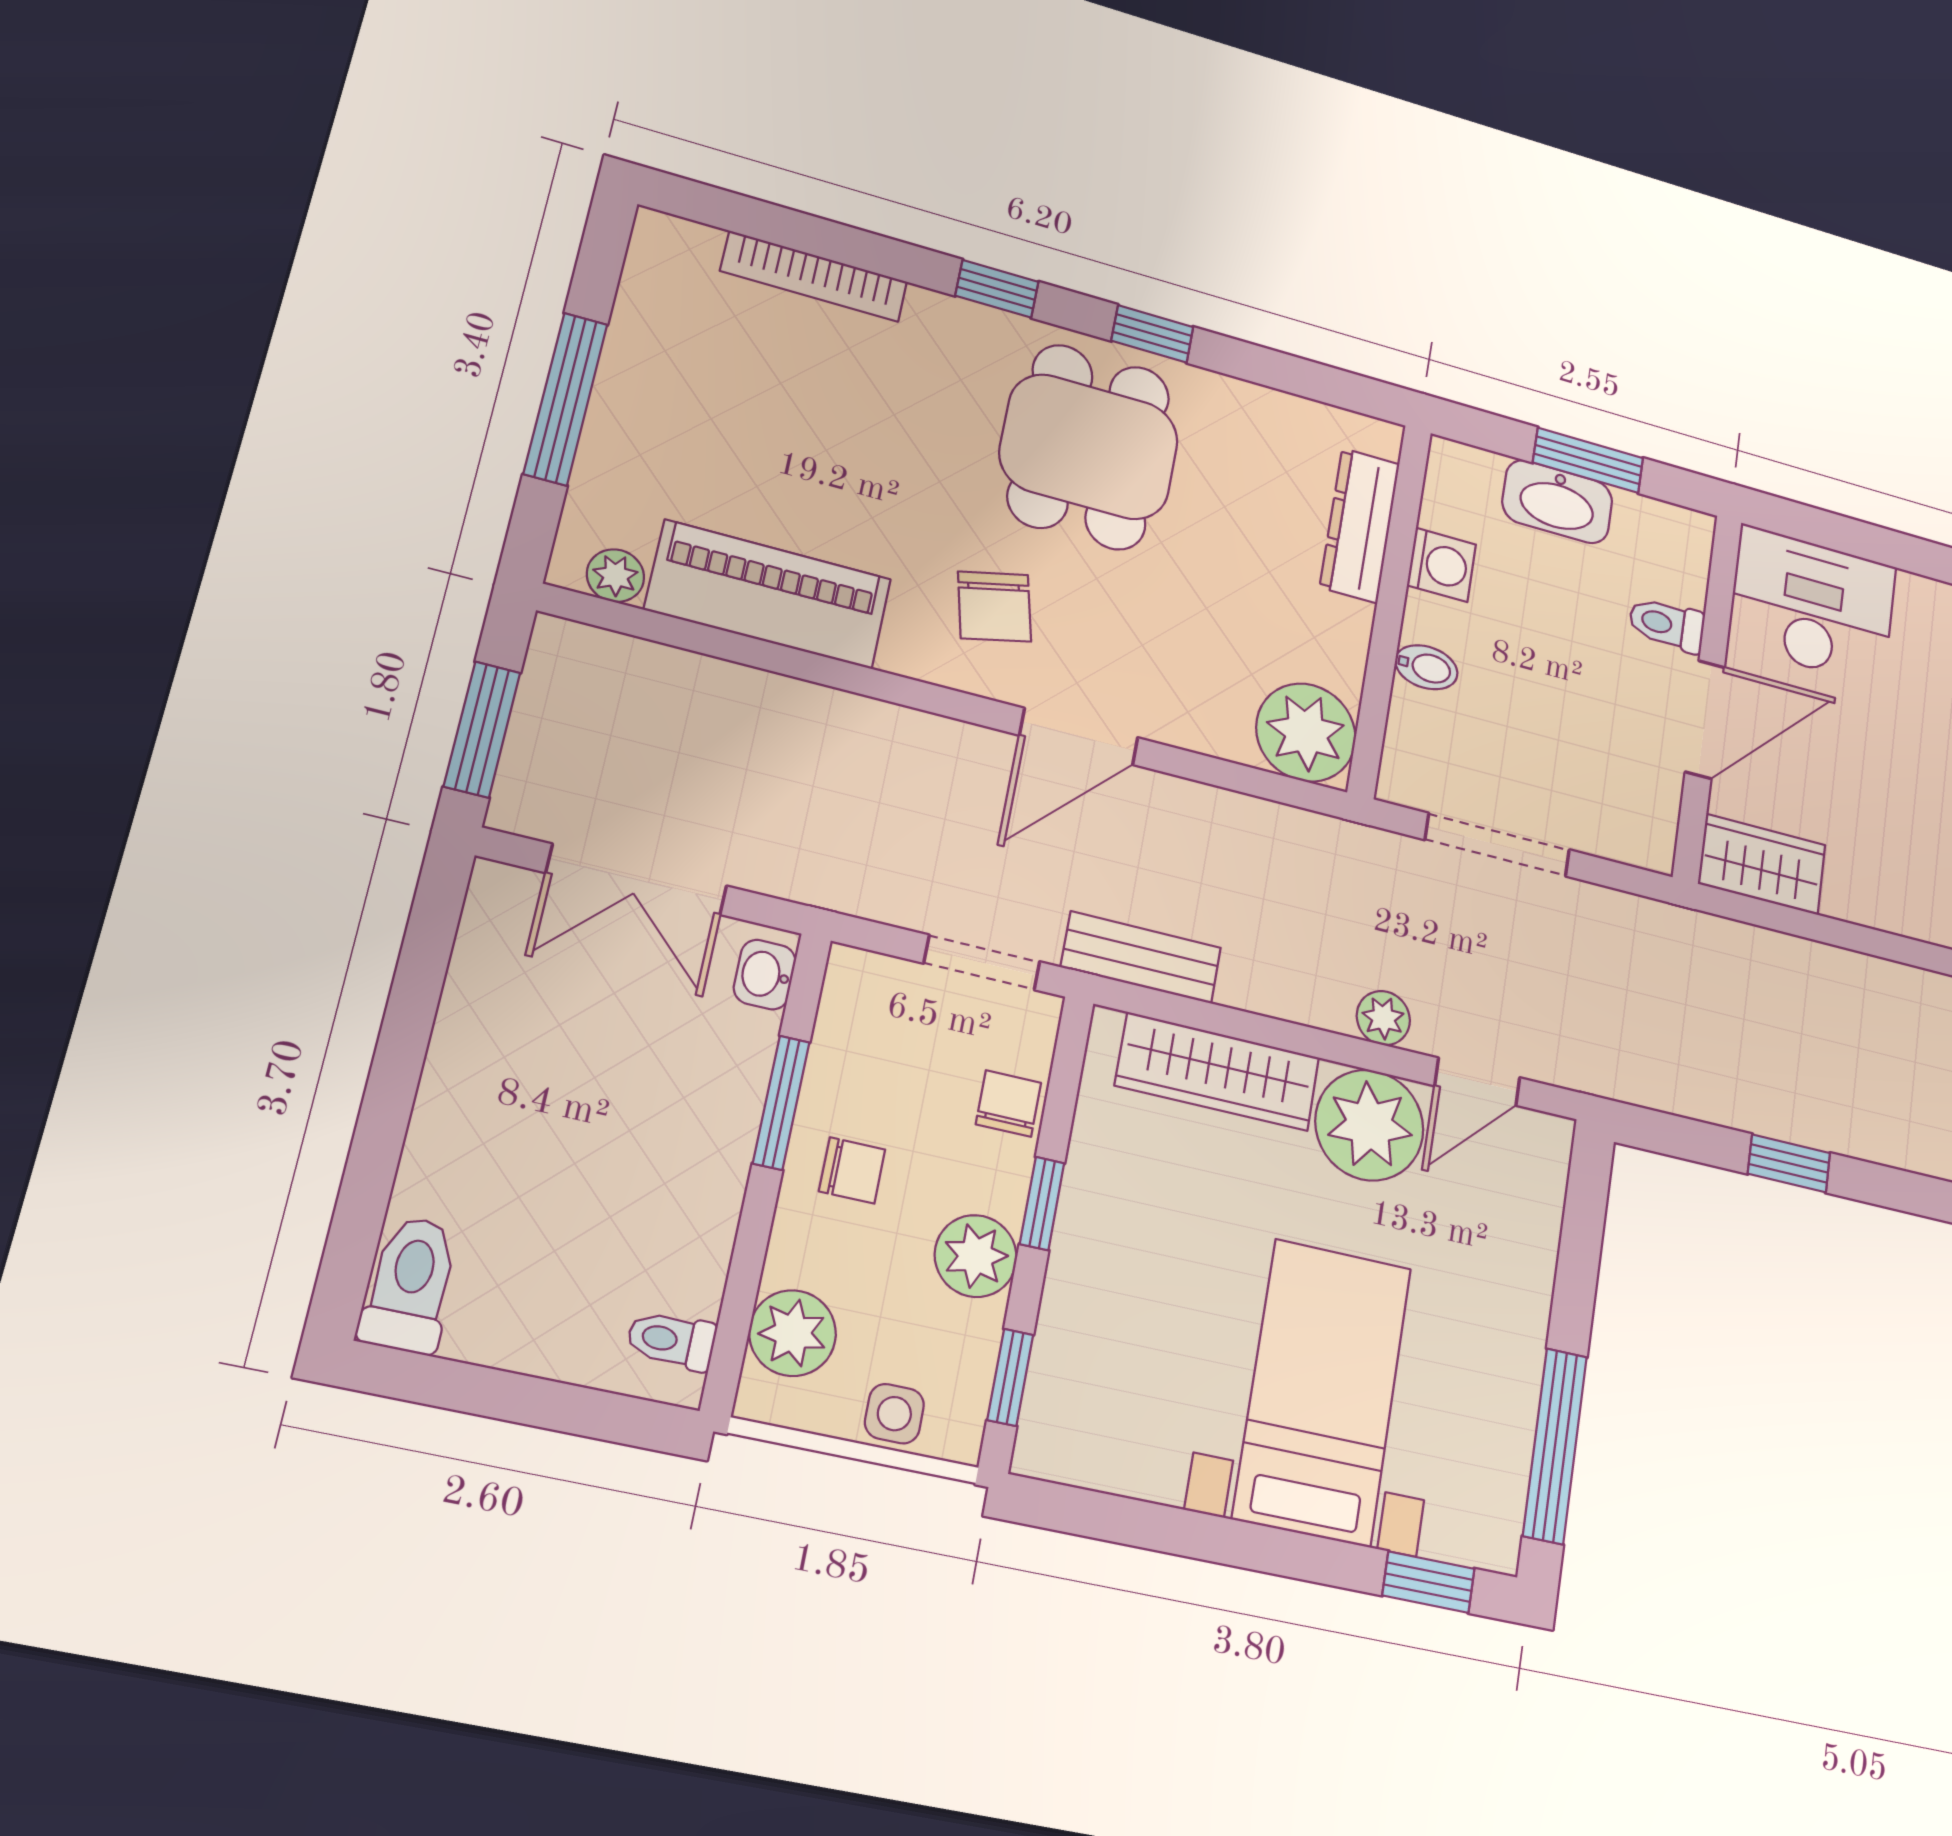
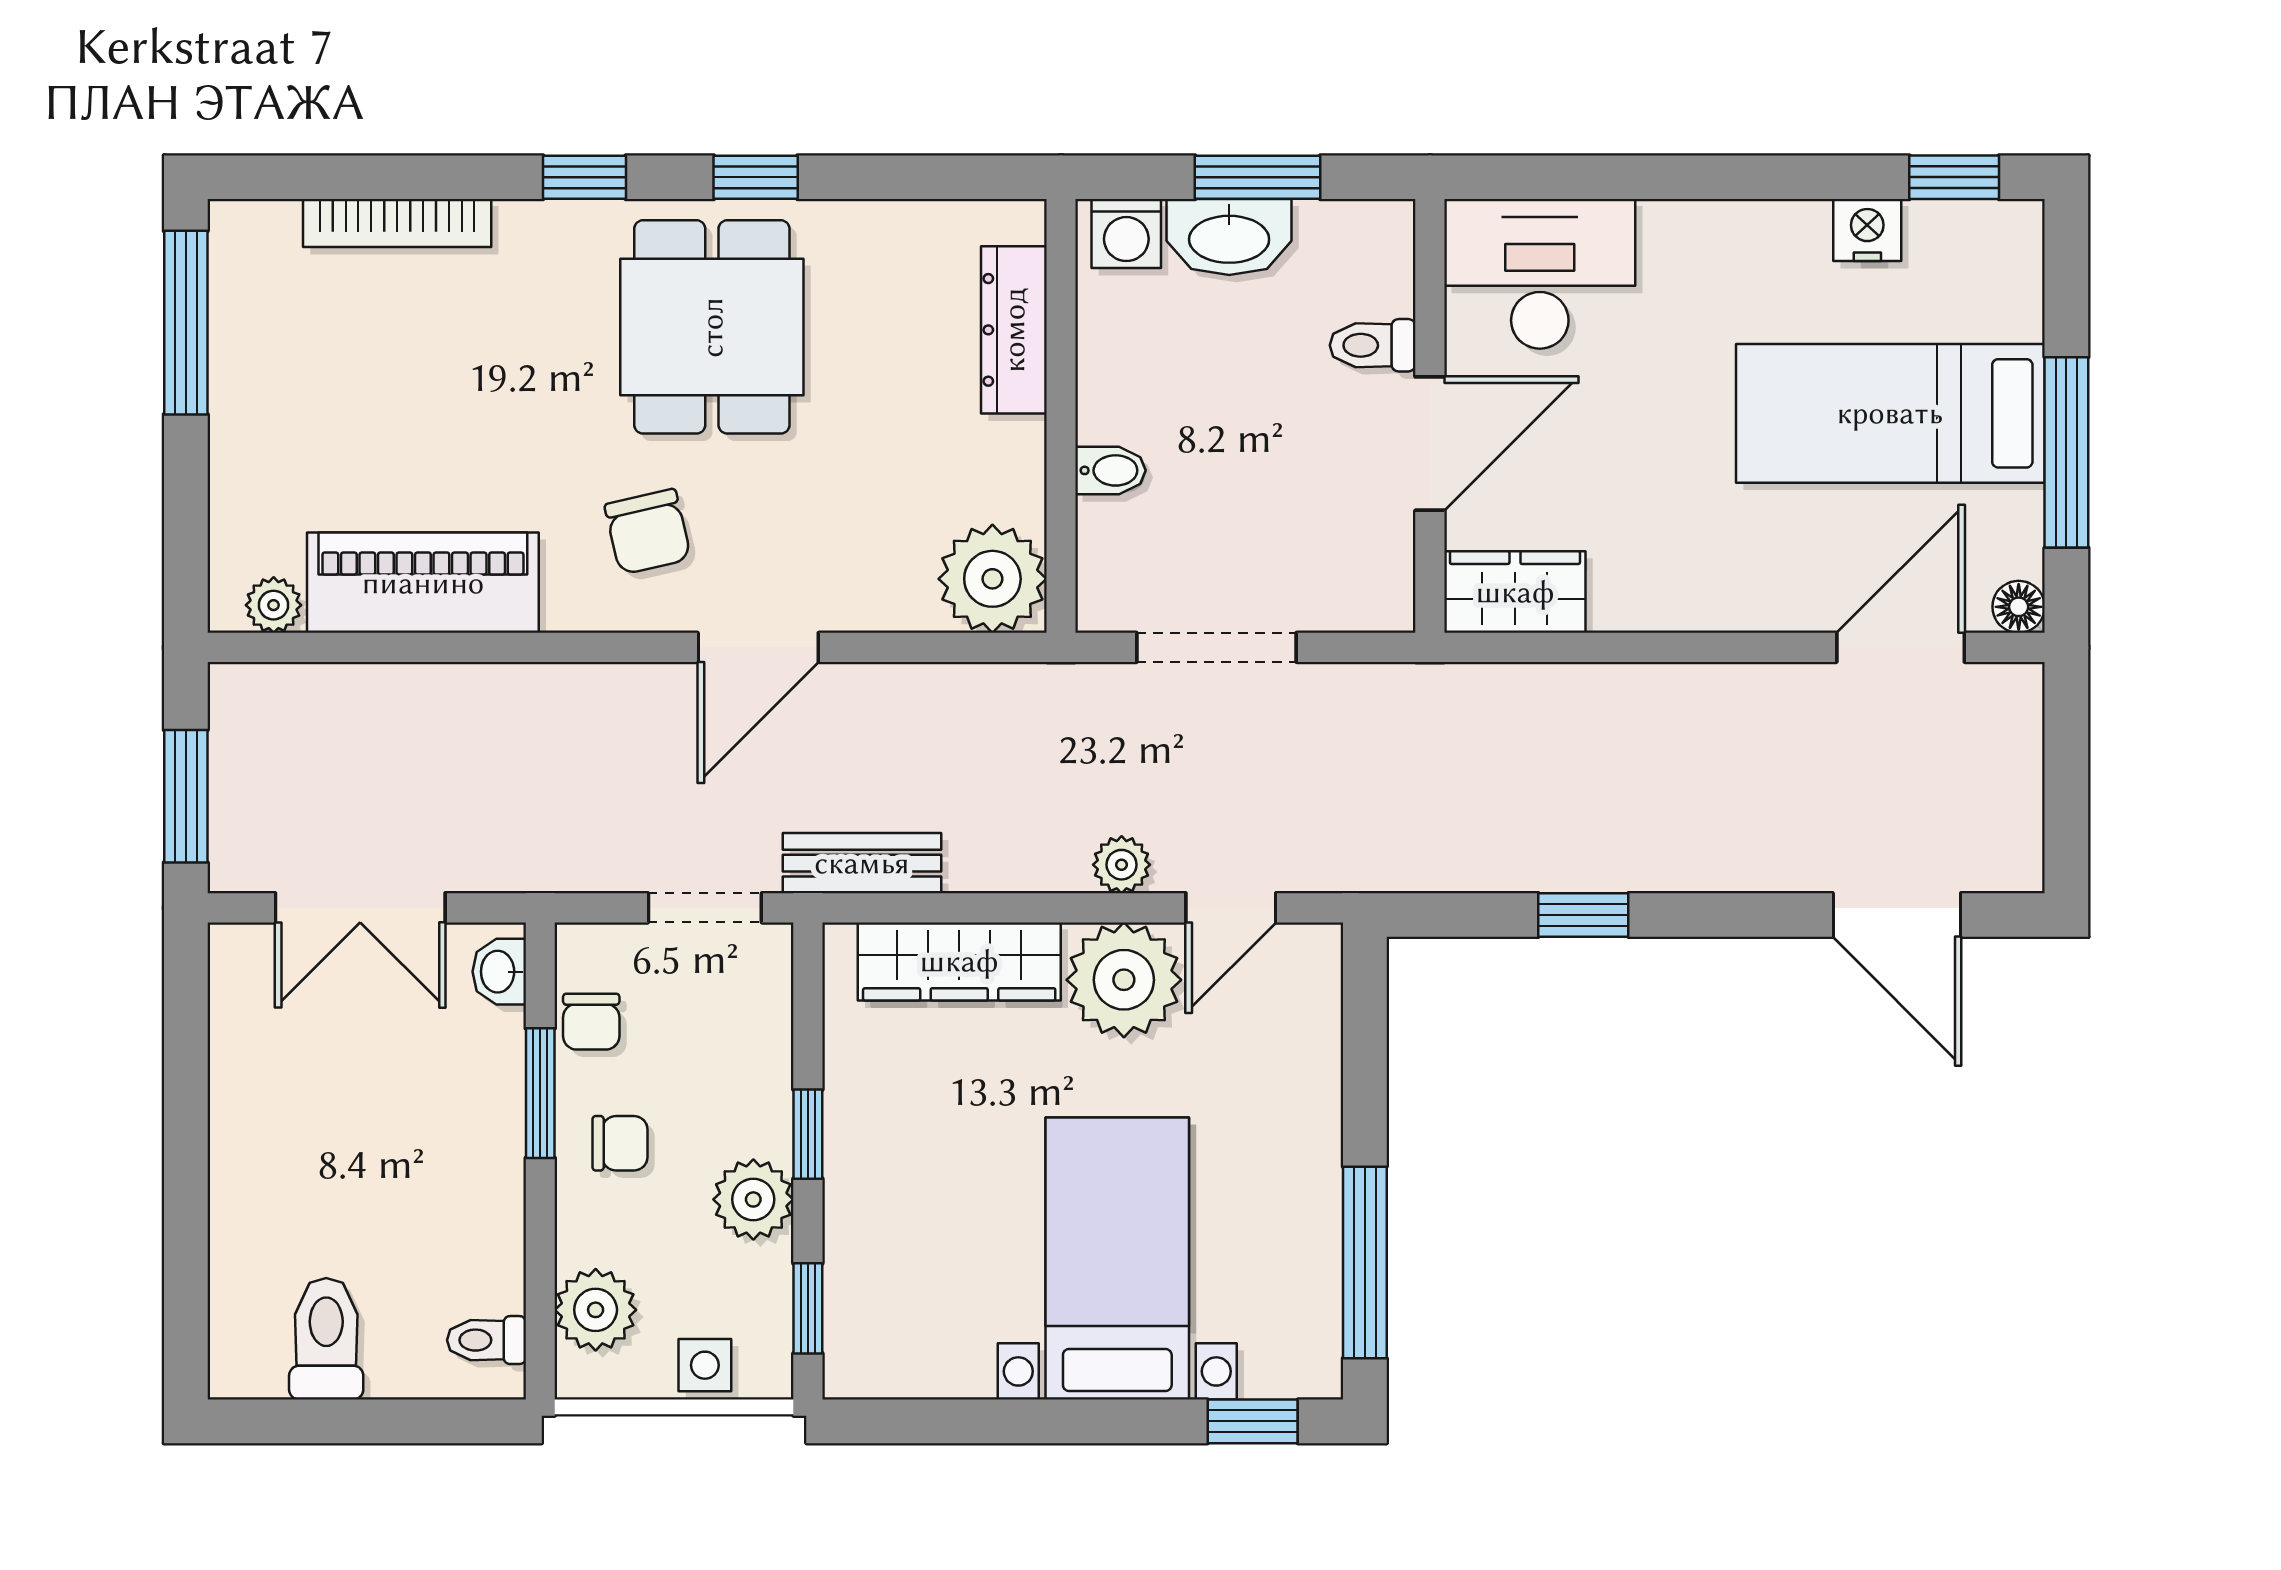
window: (566, 399) -> (186, 323), moved
washing machine: (1442, 565) -> (1126, 234), moved, turned 90
chair: (1008, 1103) -> (591, 1022), moved, turned 180
toilet: (410, 1284) -> (326, 1339), moved

